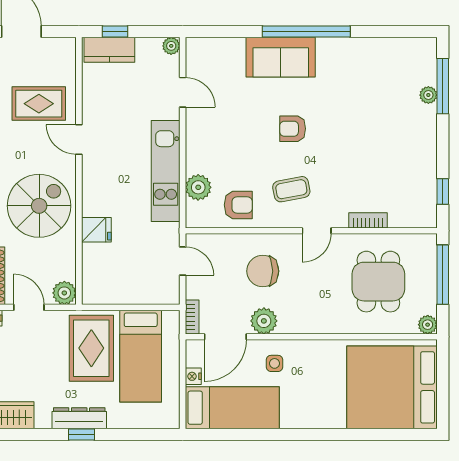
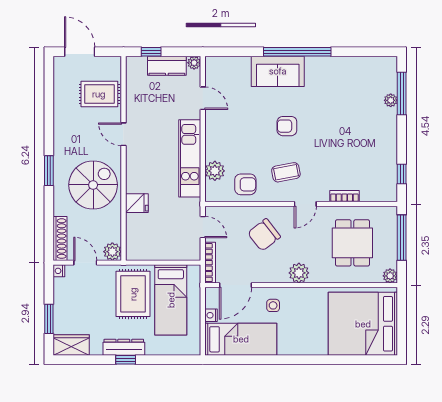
kitchen counter: (109, 50) -> (167, 66), moved
rug: (39, 104) -> (99, 94), moved
chair: (263, 271) -> (264, 235), turned -38
bookcase: (192, 317) -> (210, 263), width x1.56
plant: (264, 321) -> (299, 273), moved

